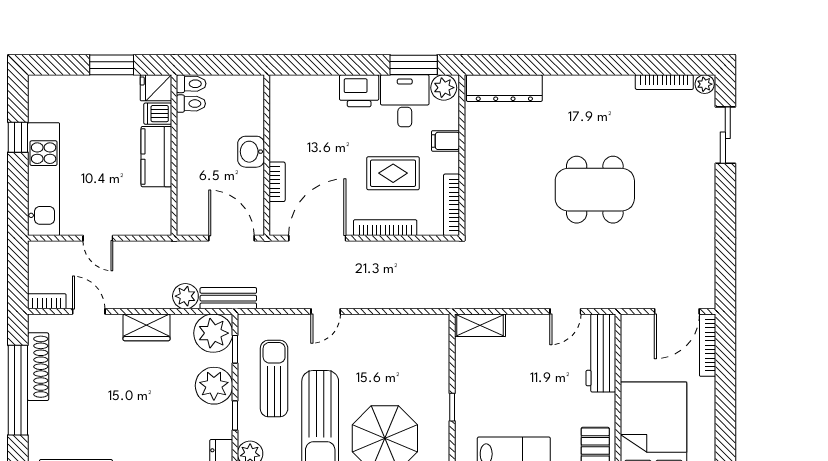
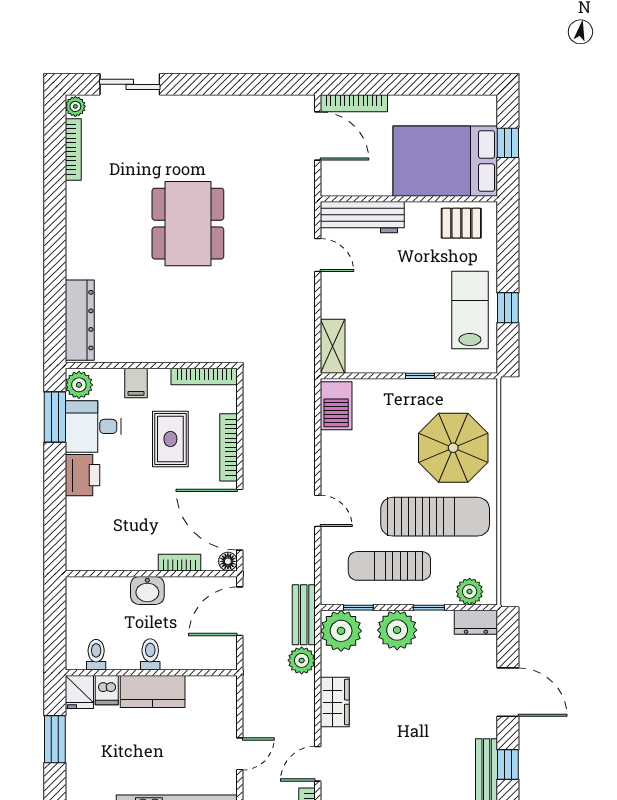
toilet: (191, 84) -> (150, 654), moved
floor lamp: (278, 227) -> (228, 561), added
barbecue: (424, 329) -> (336, 406), added

